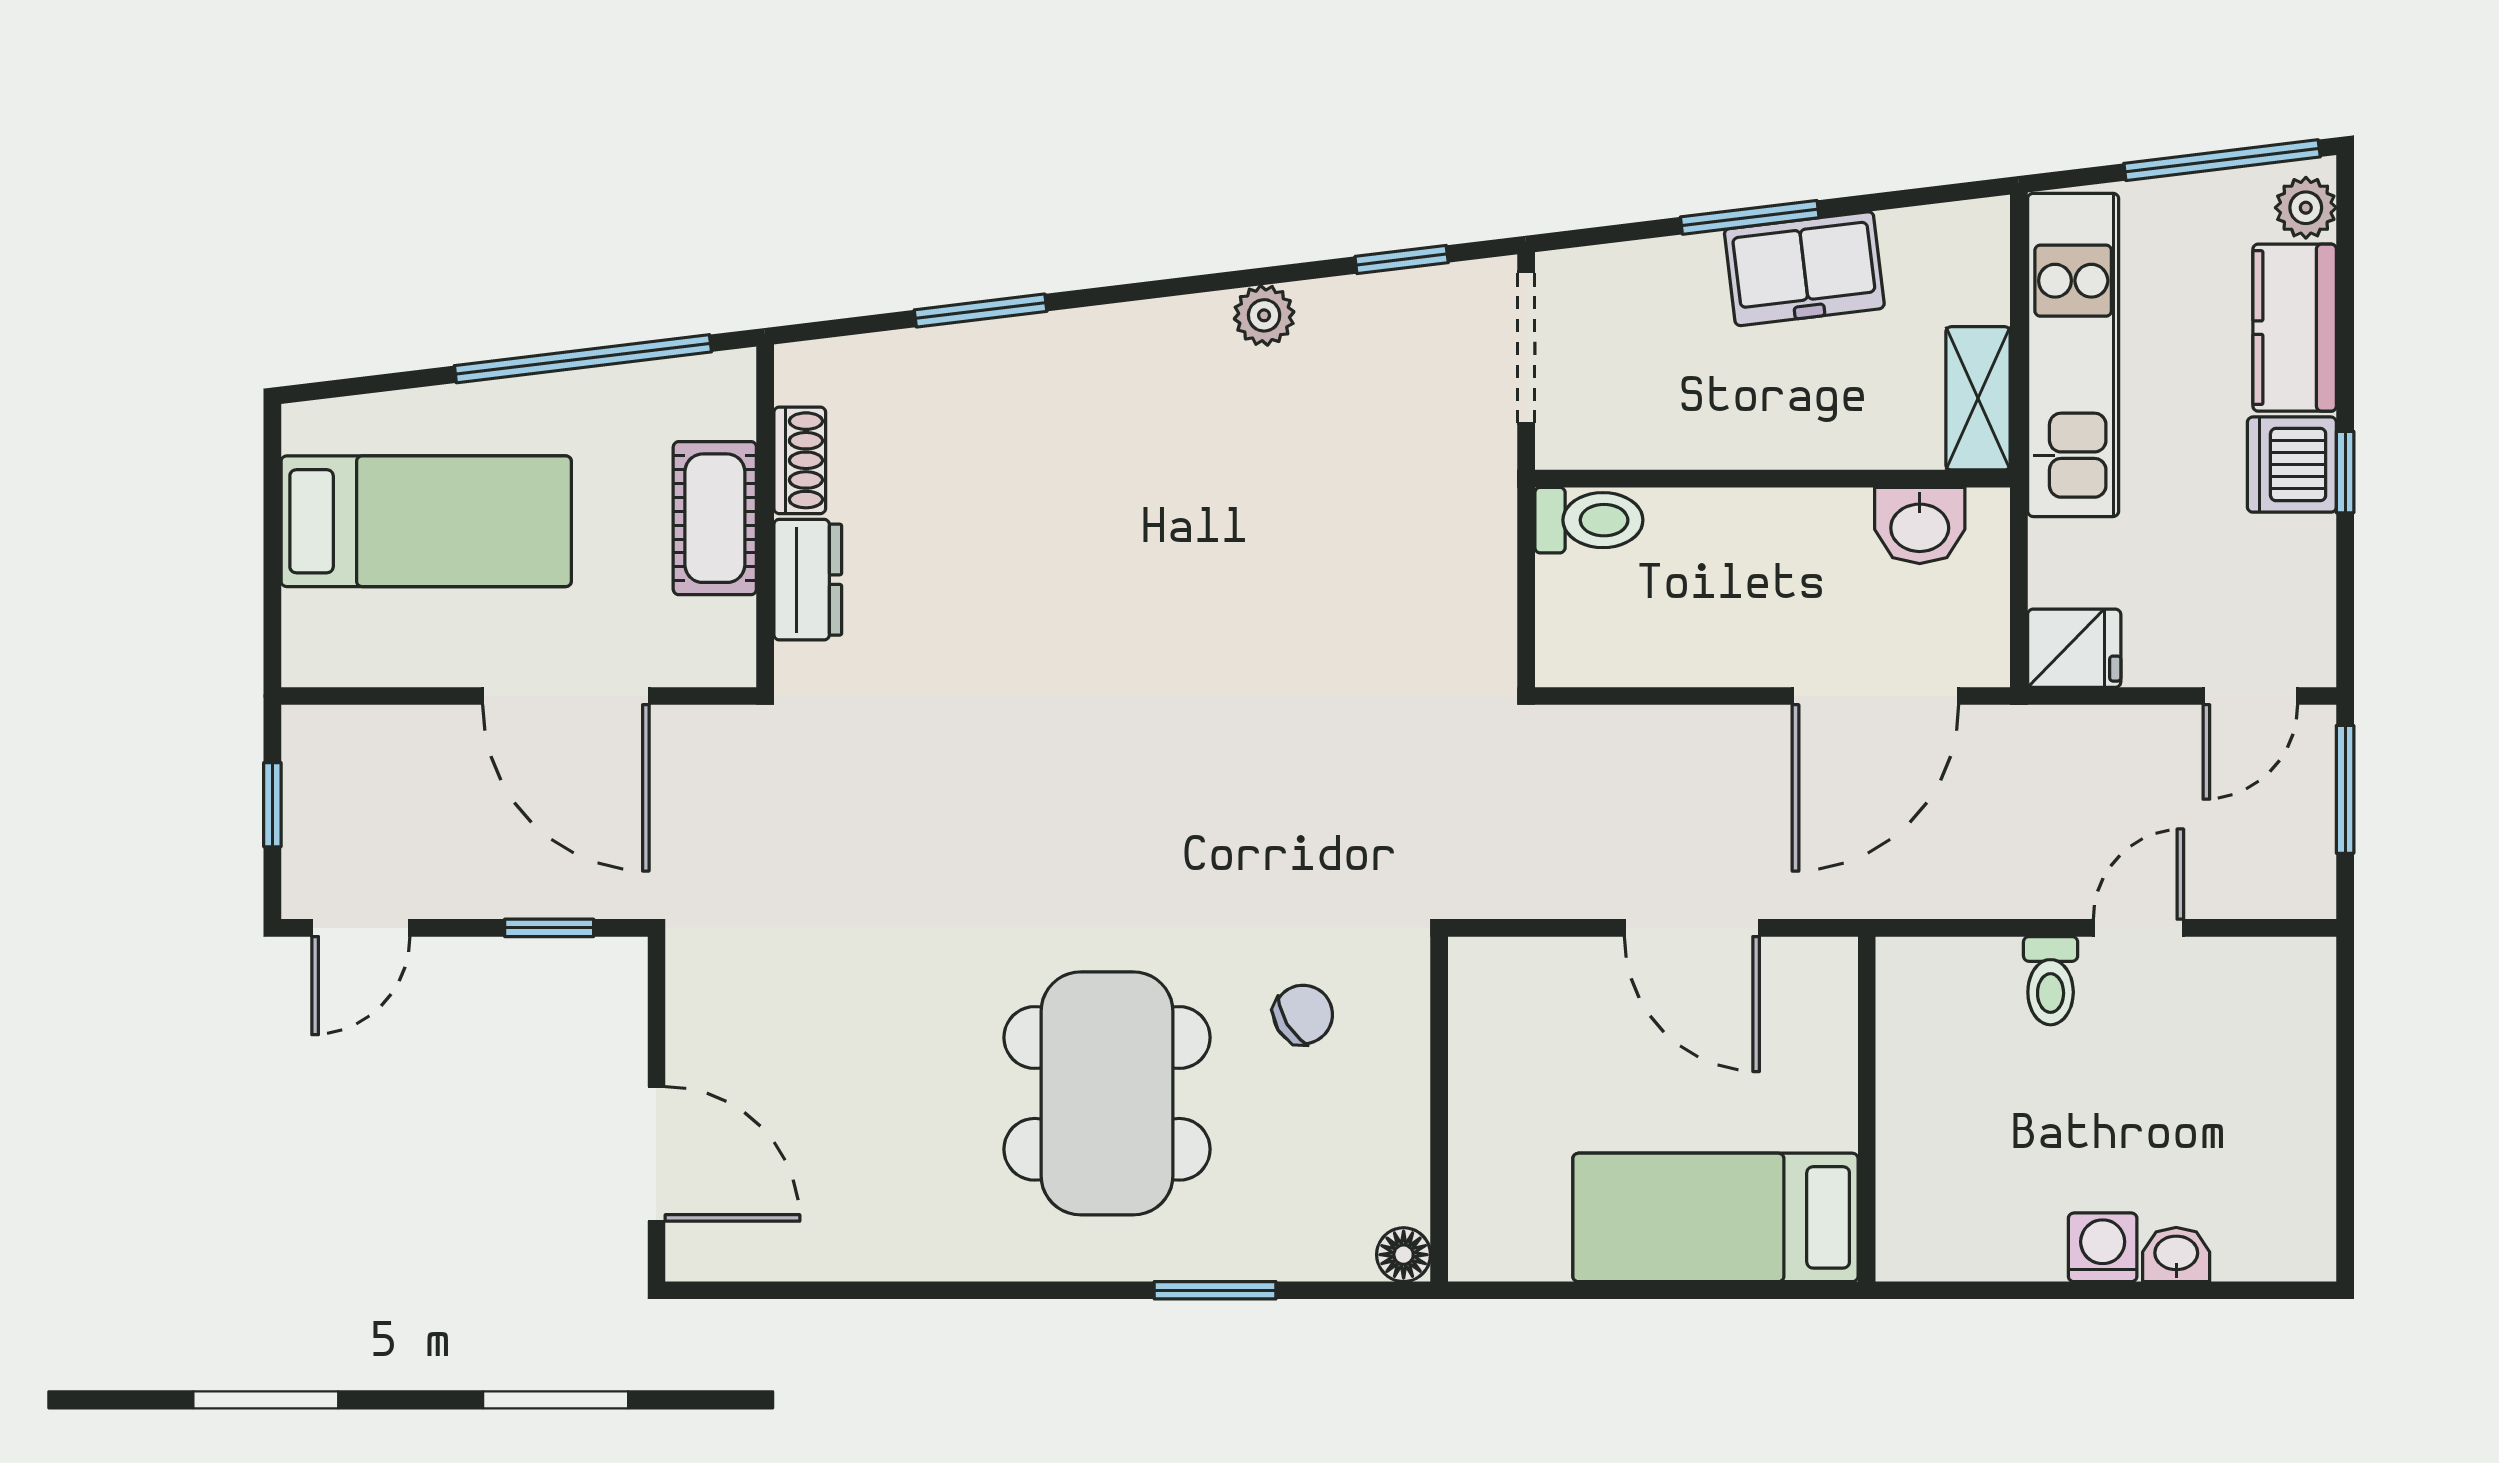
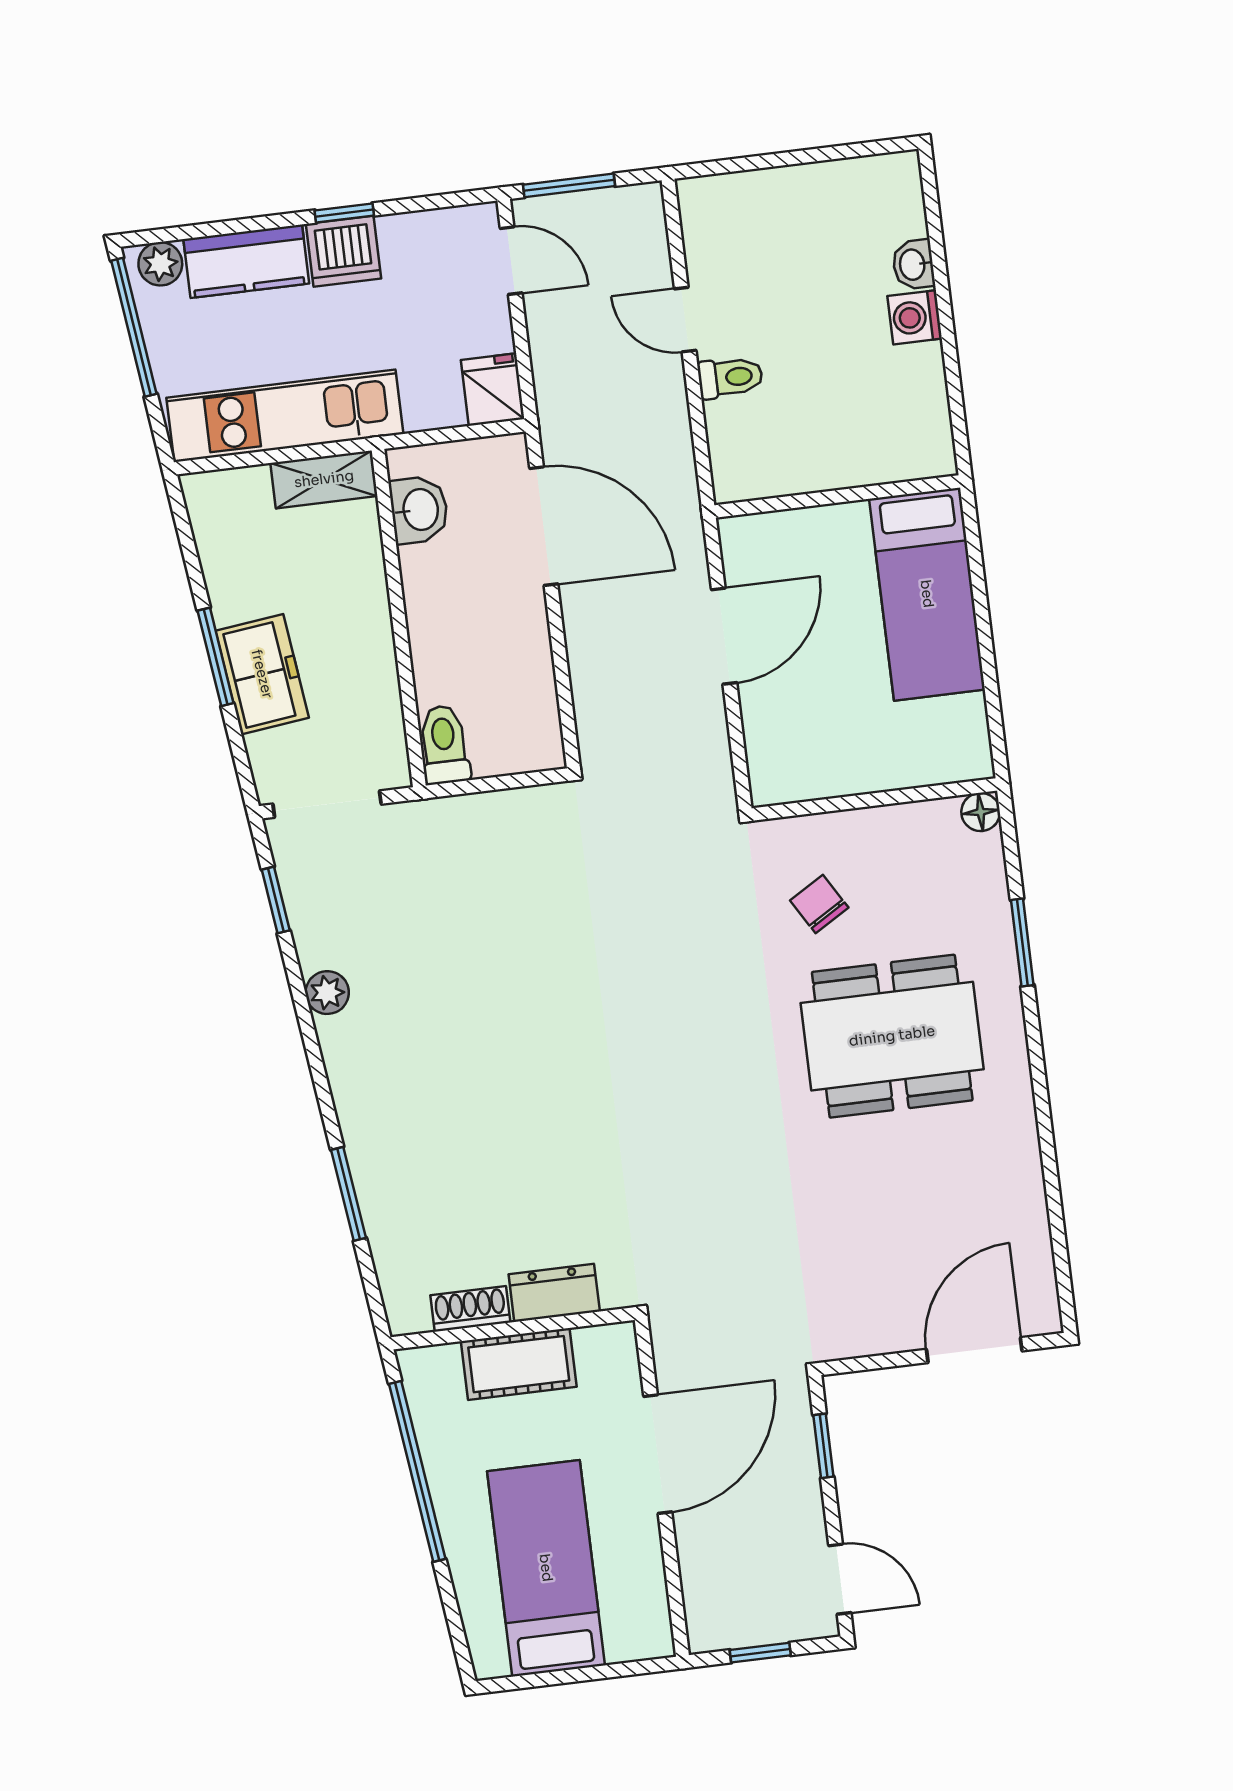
freezer: (1804, 269) -> (262, 674), moved

